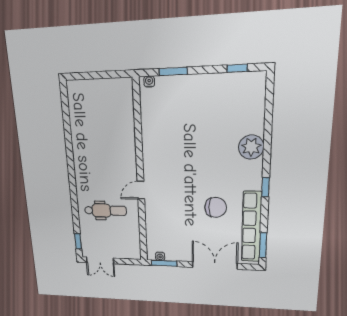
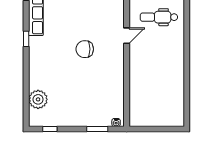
plant: (251, 147) -> (38, 99), moved
chair: (216, 207) -> (85, 49), moved

